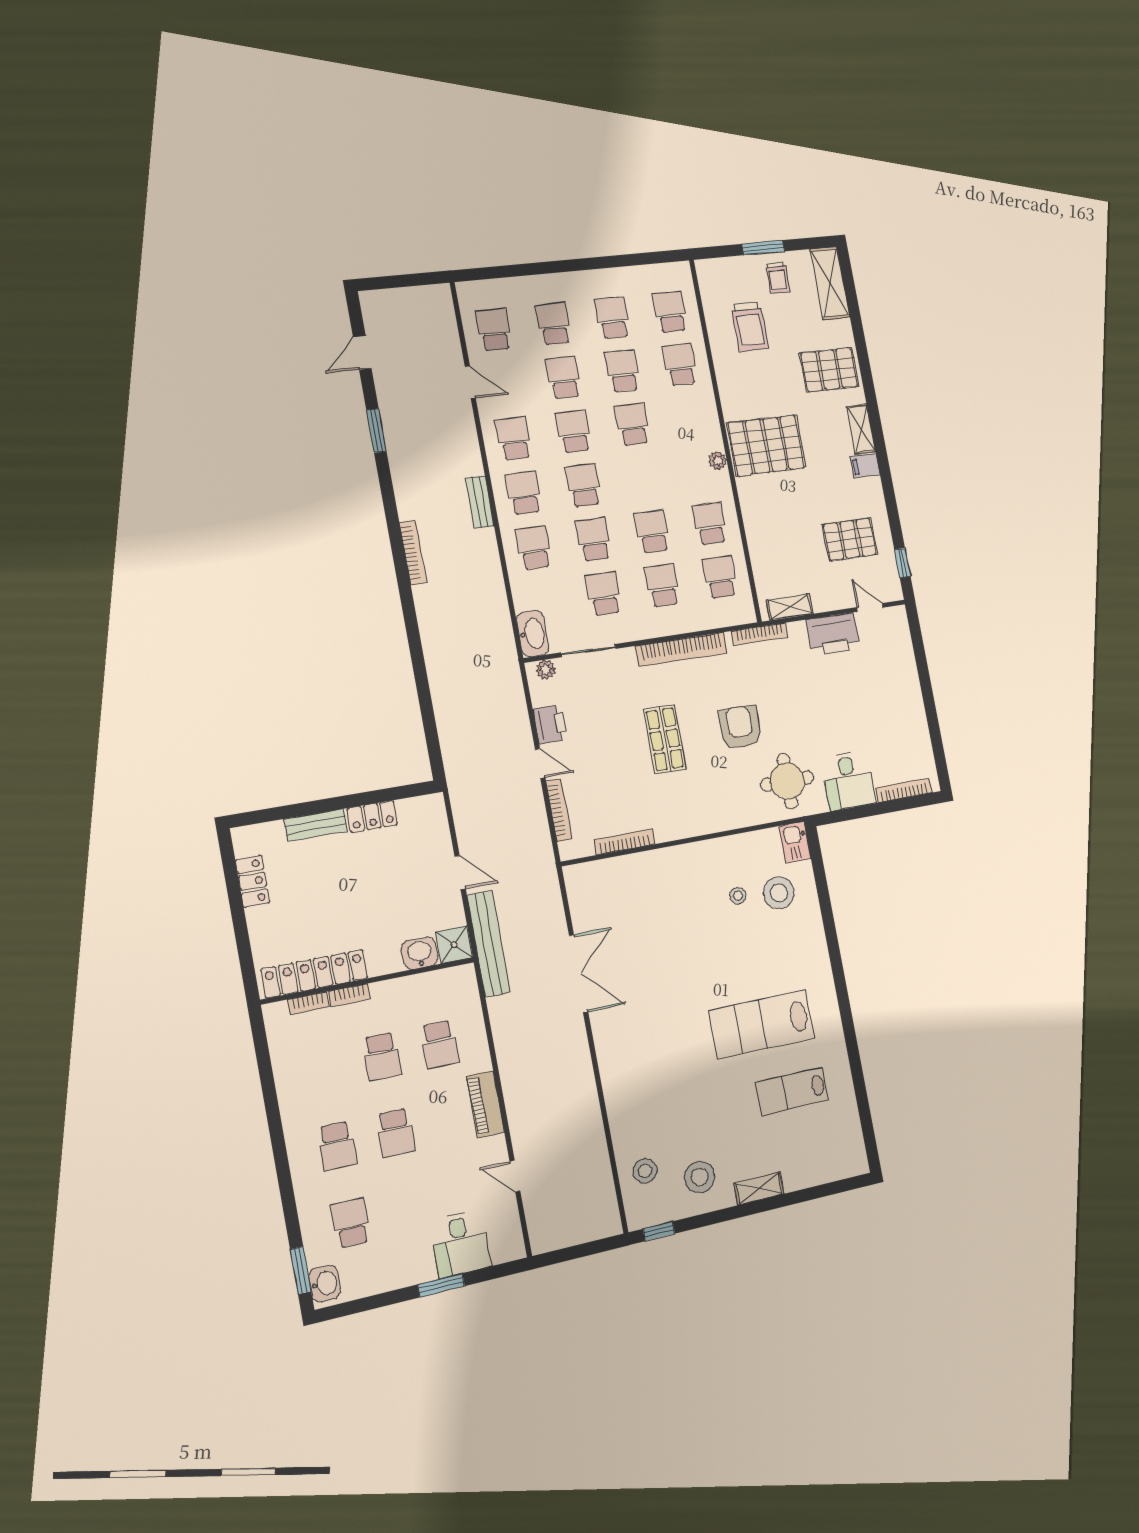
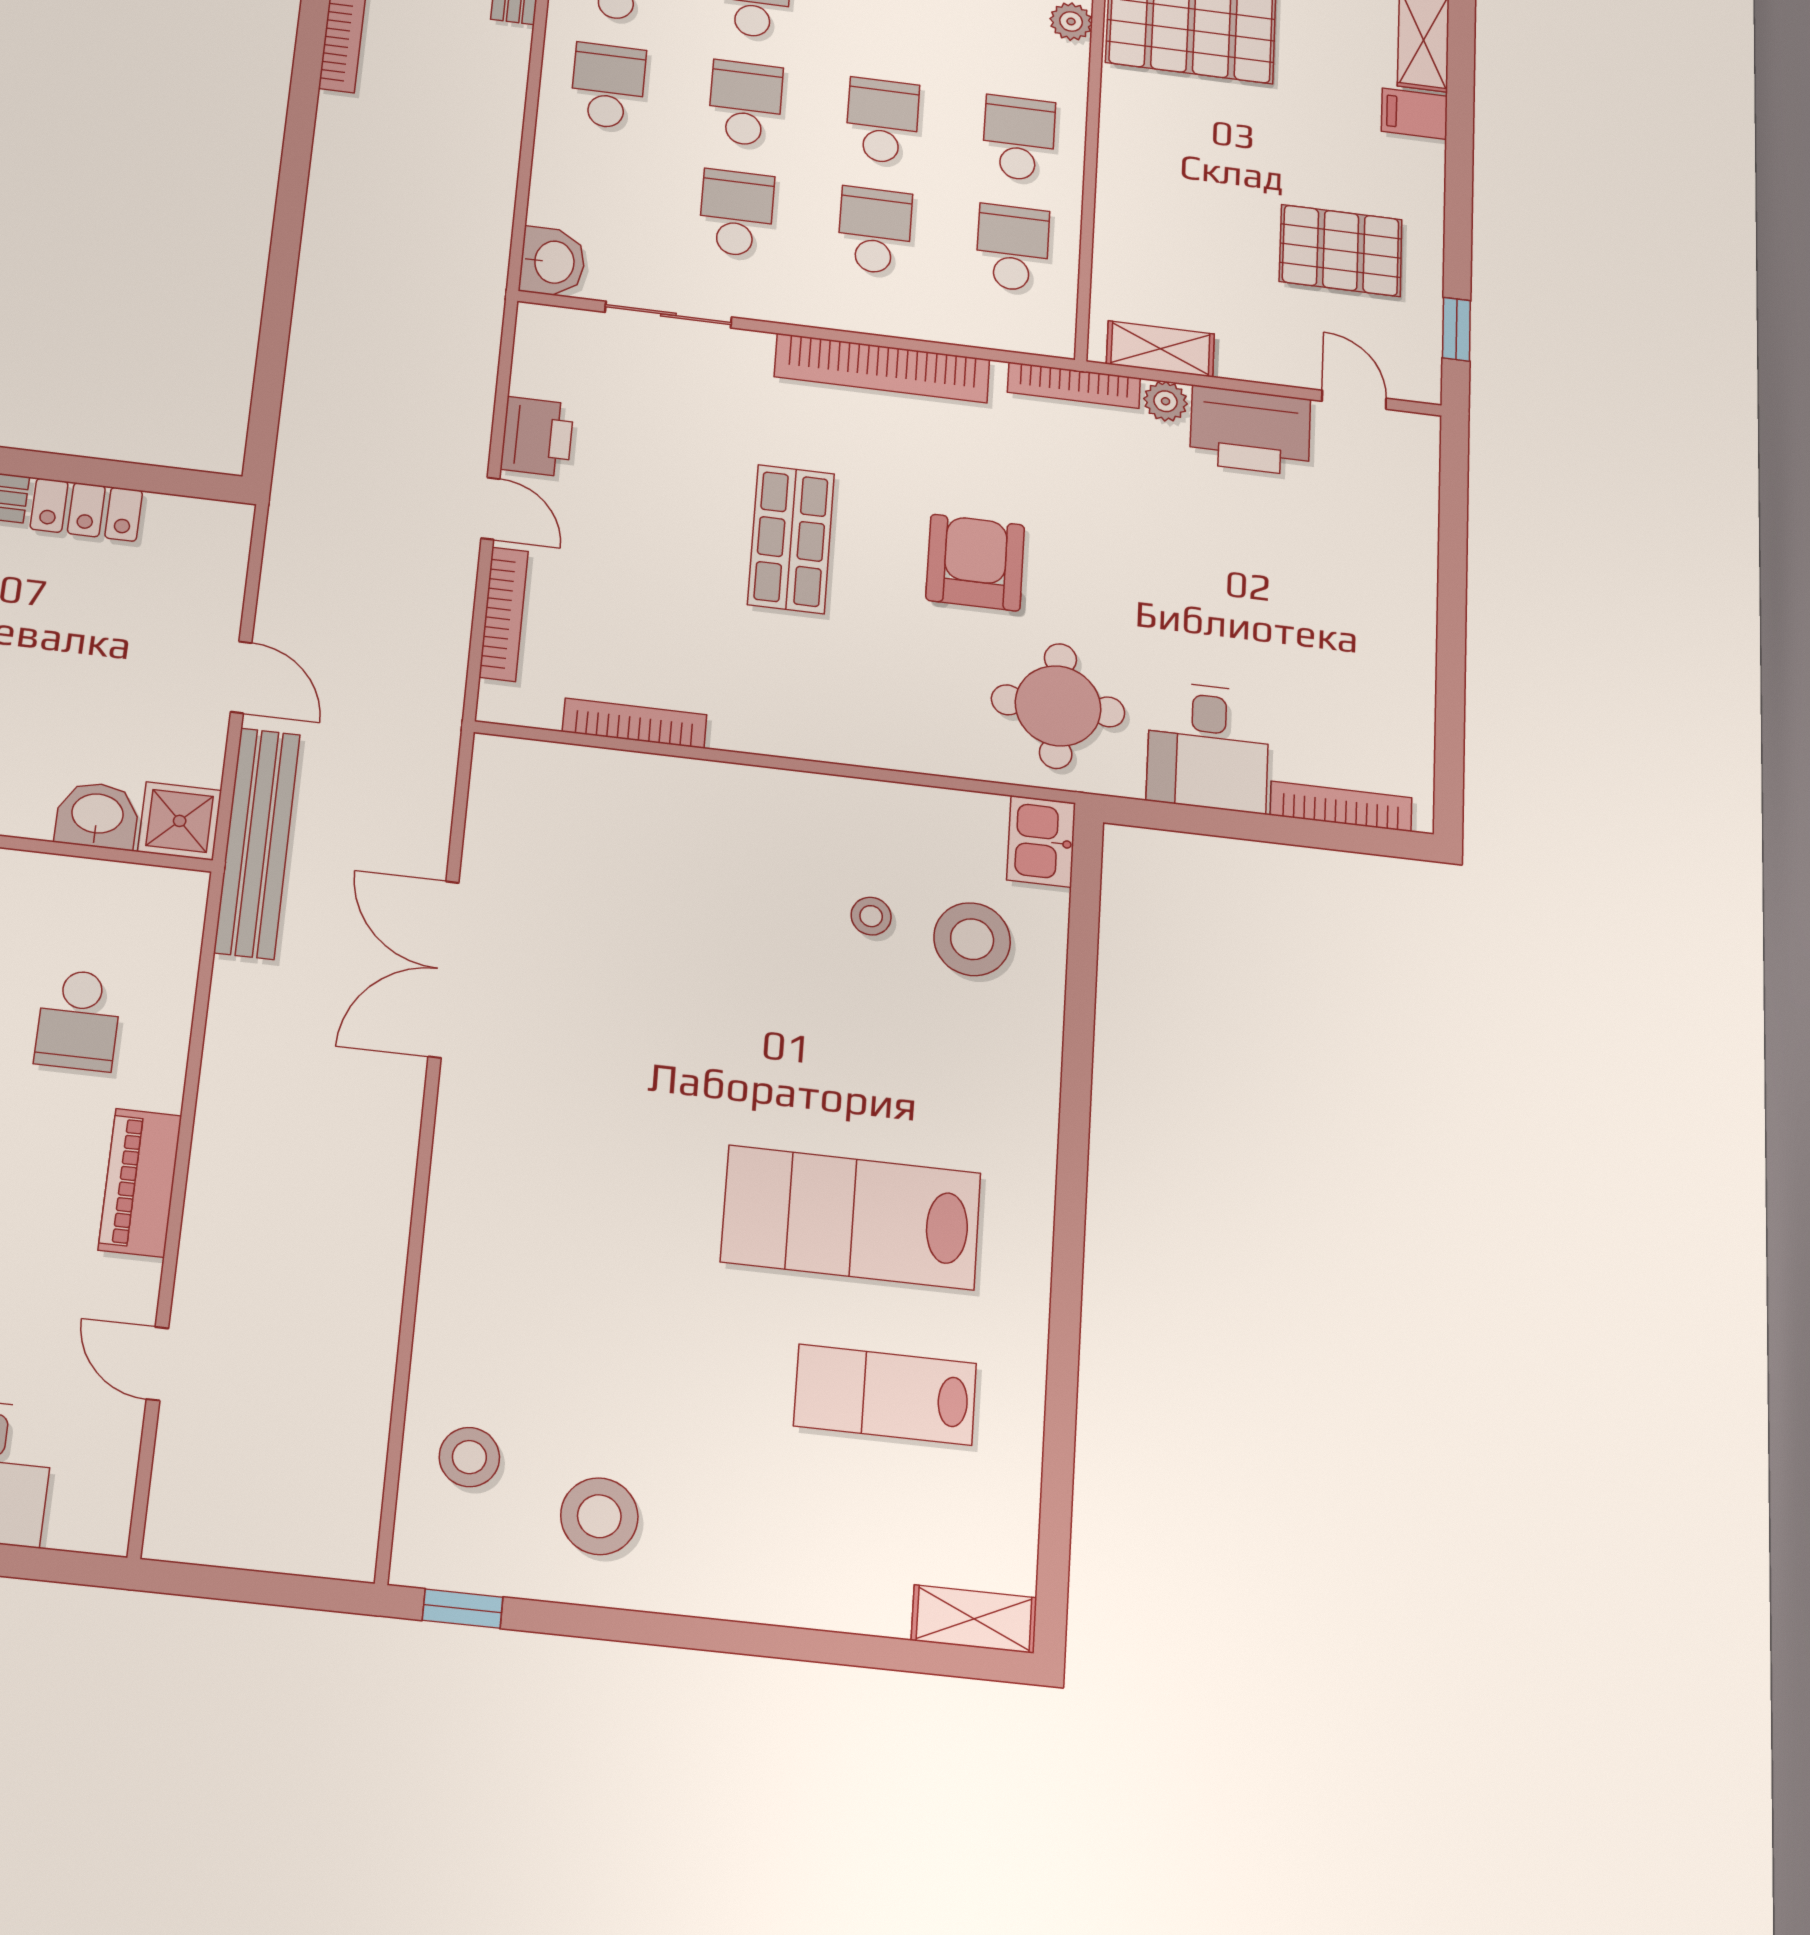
washbasin: (533, 634) -> (553, 262), width x0.72
plant: (546, 670) -> (1166, 401), moved
double door: (579, 974) -> (444, 969), swing flipped
shelving: (759, 1189) -> (974, 1619), moved

